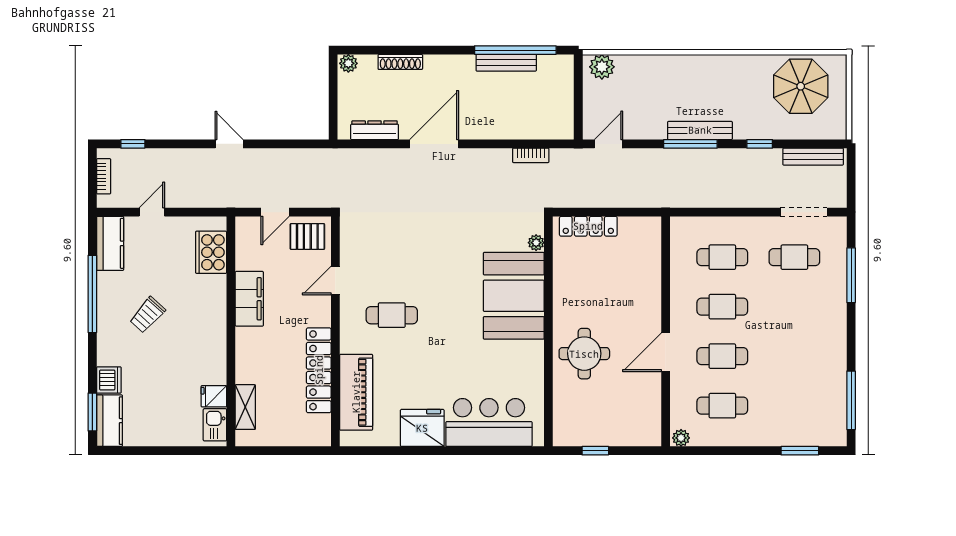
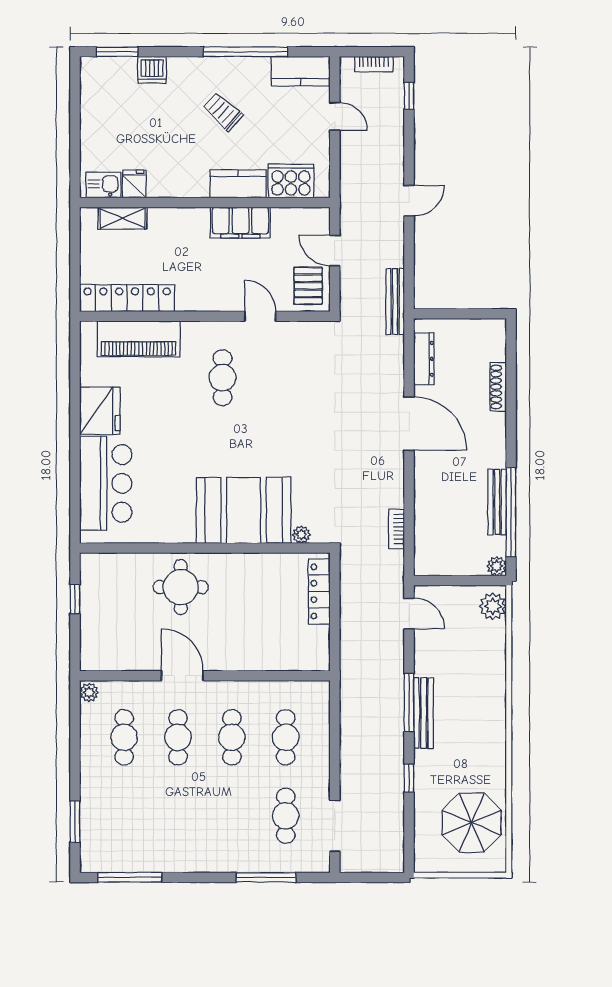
plant: (348, 63) -> (497, 566), moved
bench: (813, 157) -> (395, 302), moved
locker: (319, 370) -> (127, 298), moved
kitchen counter: (110, 421) -> (238, 184), moved, turned 180

